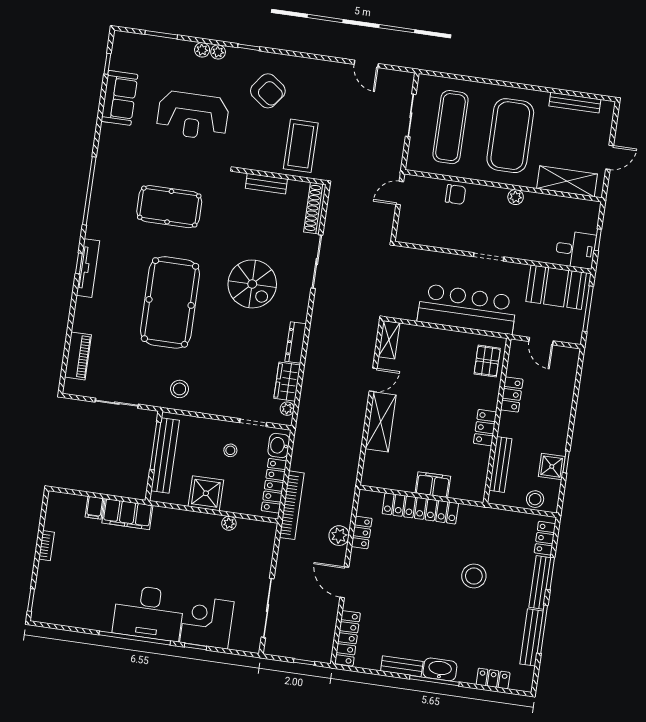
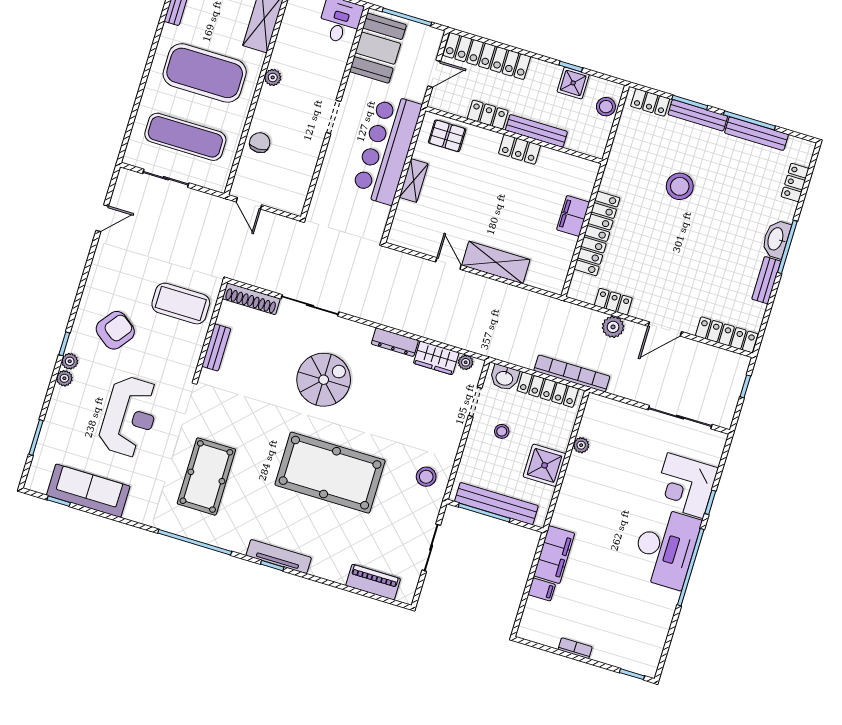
plant: (202, 50) -> (70, 361), moved
sofa: (119, 98) -> (88, 491), width x1.36
pool table: (169, 207) -> (206, 477), moved
shelving: (389, 340) -> (414, 180), moved, turned 90
locker: (564, 386) -> (487, 56), added
bench: (500, 465) -> (536, 131), moved

